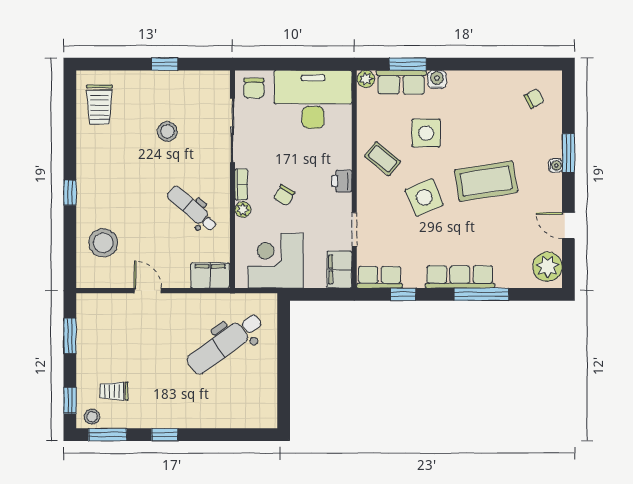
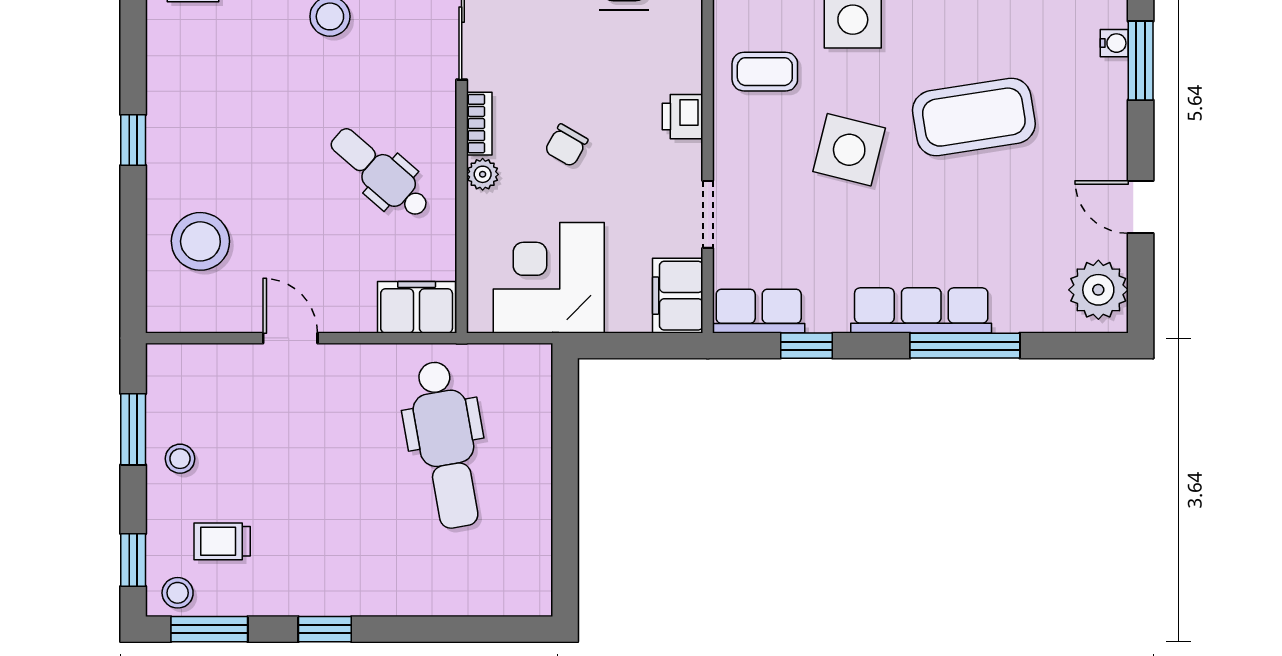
coffee table: (382, 159) -> (765, 72), turned -39
water cooler: (555, 165) -> (1114, 43), moved
side table: (424, 197) -> (849, 150), turned 37
dental chair: (225, 343) -> (446, 445), turned -64
stool: (93, 350) -> (180, 459), added

